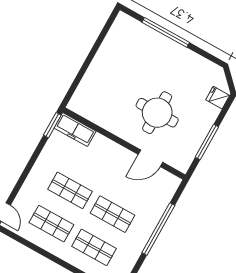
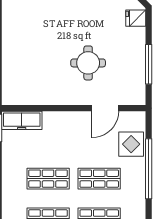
round table: (157, 113) -> (88, 63), width x0.73, depth x0.73
display table: (155, 200) -> (131, 144), added

